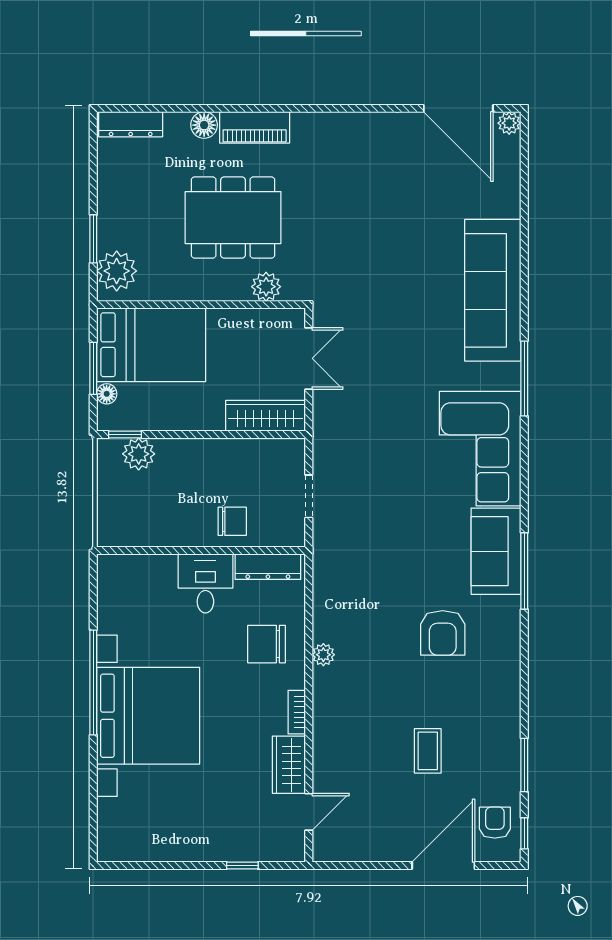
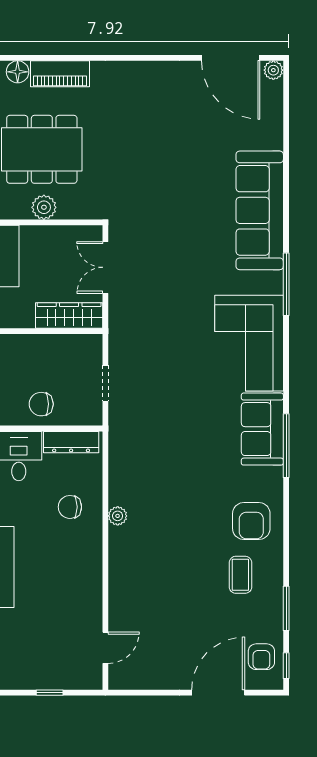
plant: (266, 287) -> (44, 207), moved
double door: (309, 358) -> (105, 267), swing flipped
chair: (232, 521) -> (41, 404), turned 180
armchair: (443, 633) -> (251, 521), moved
chair: (266, 644) -> (70, 507), width x0.73, depth x0.73
bookcase: (297, 712) -> (95, 564), removed
coffee table: (428, 751) -> (240, 575), moved
wardrobe: (289, 765) -> (89, 608), removed
armchair: (495, 823) -> (261, 657), turned 180

